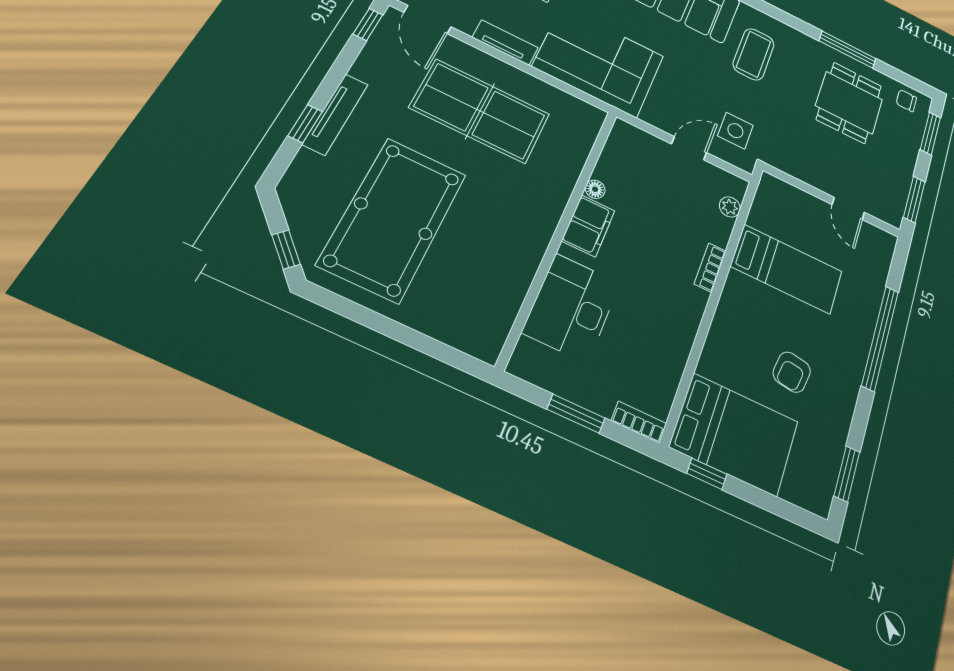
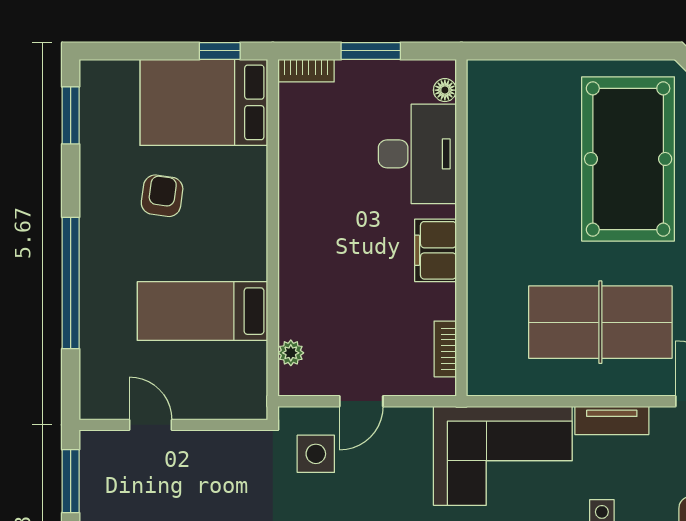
floor lamp: (595, 189) -> (445, 90), moved
bookcase: (710, 267) -> (445, 349), moved, turned 180

